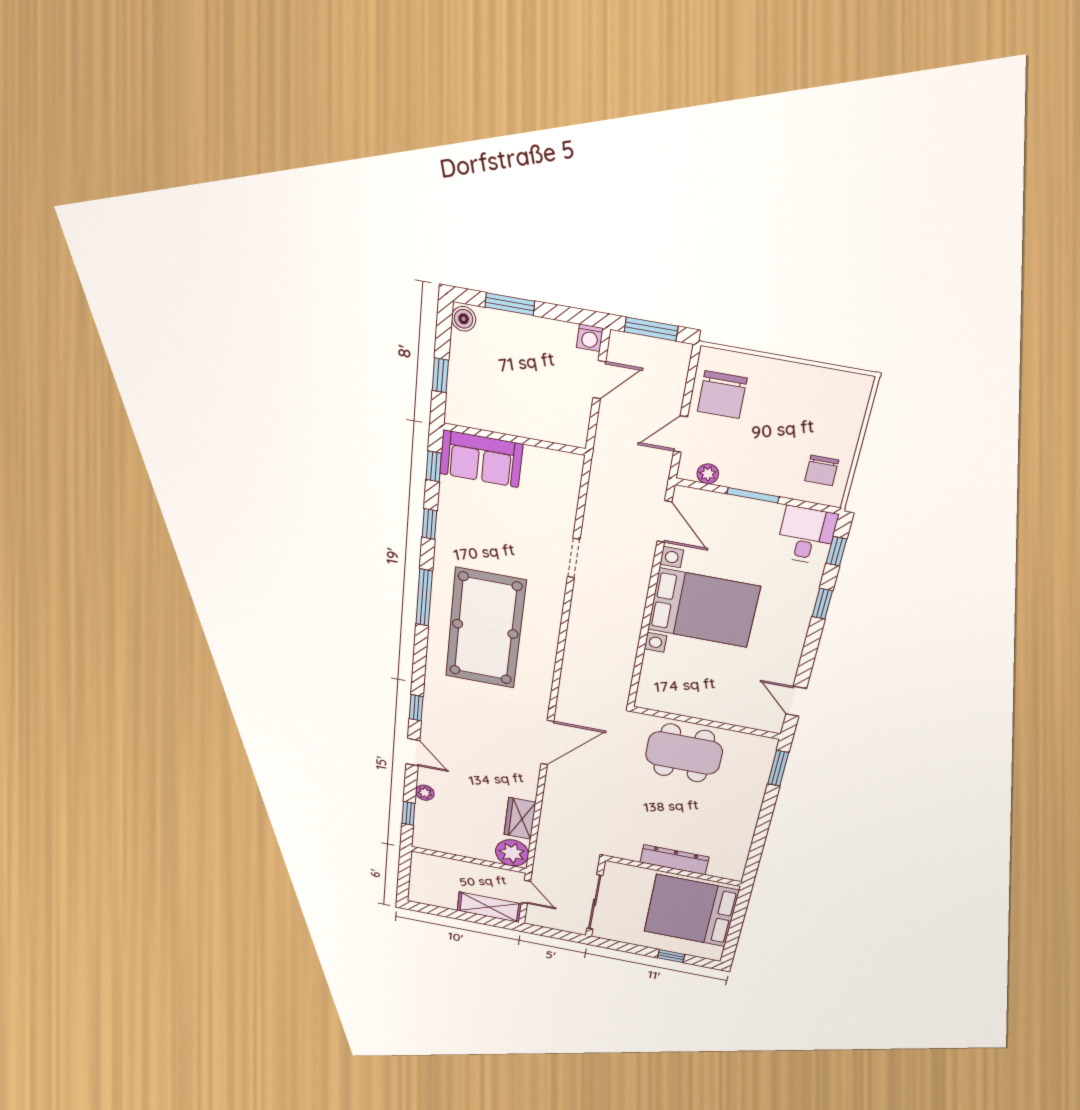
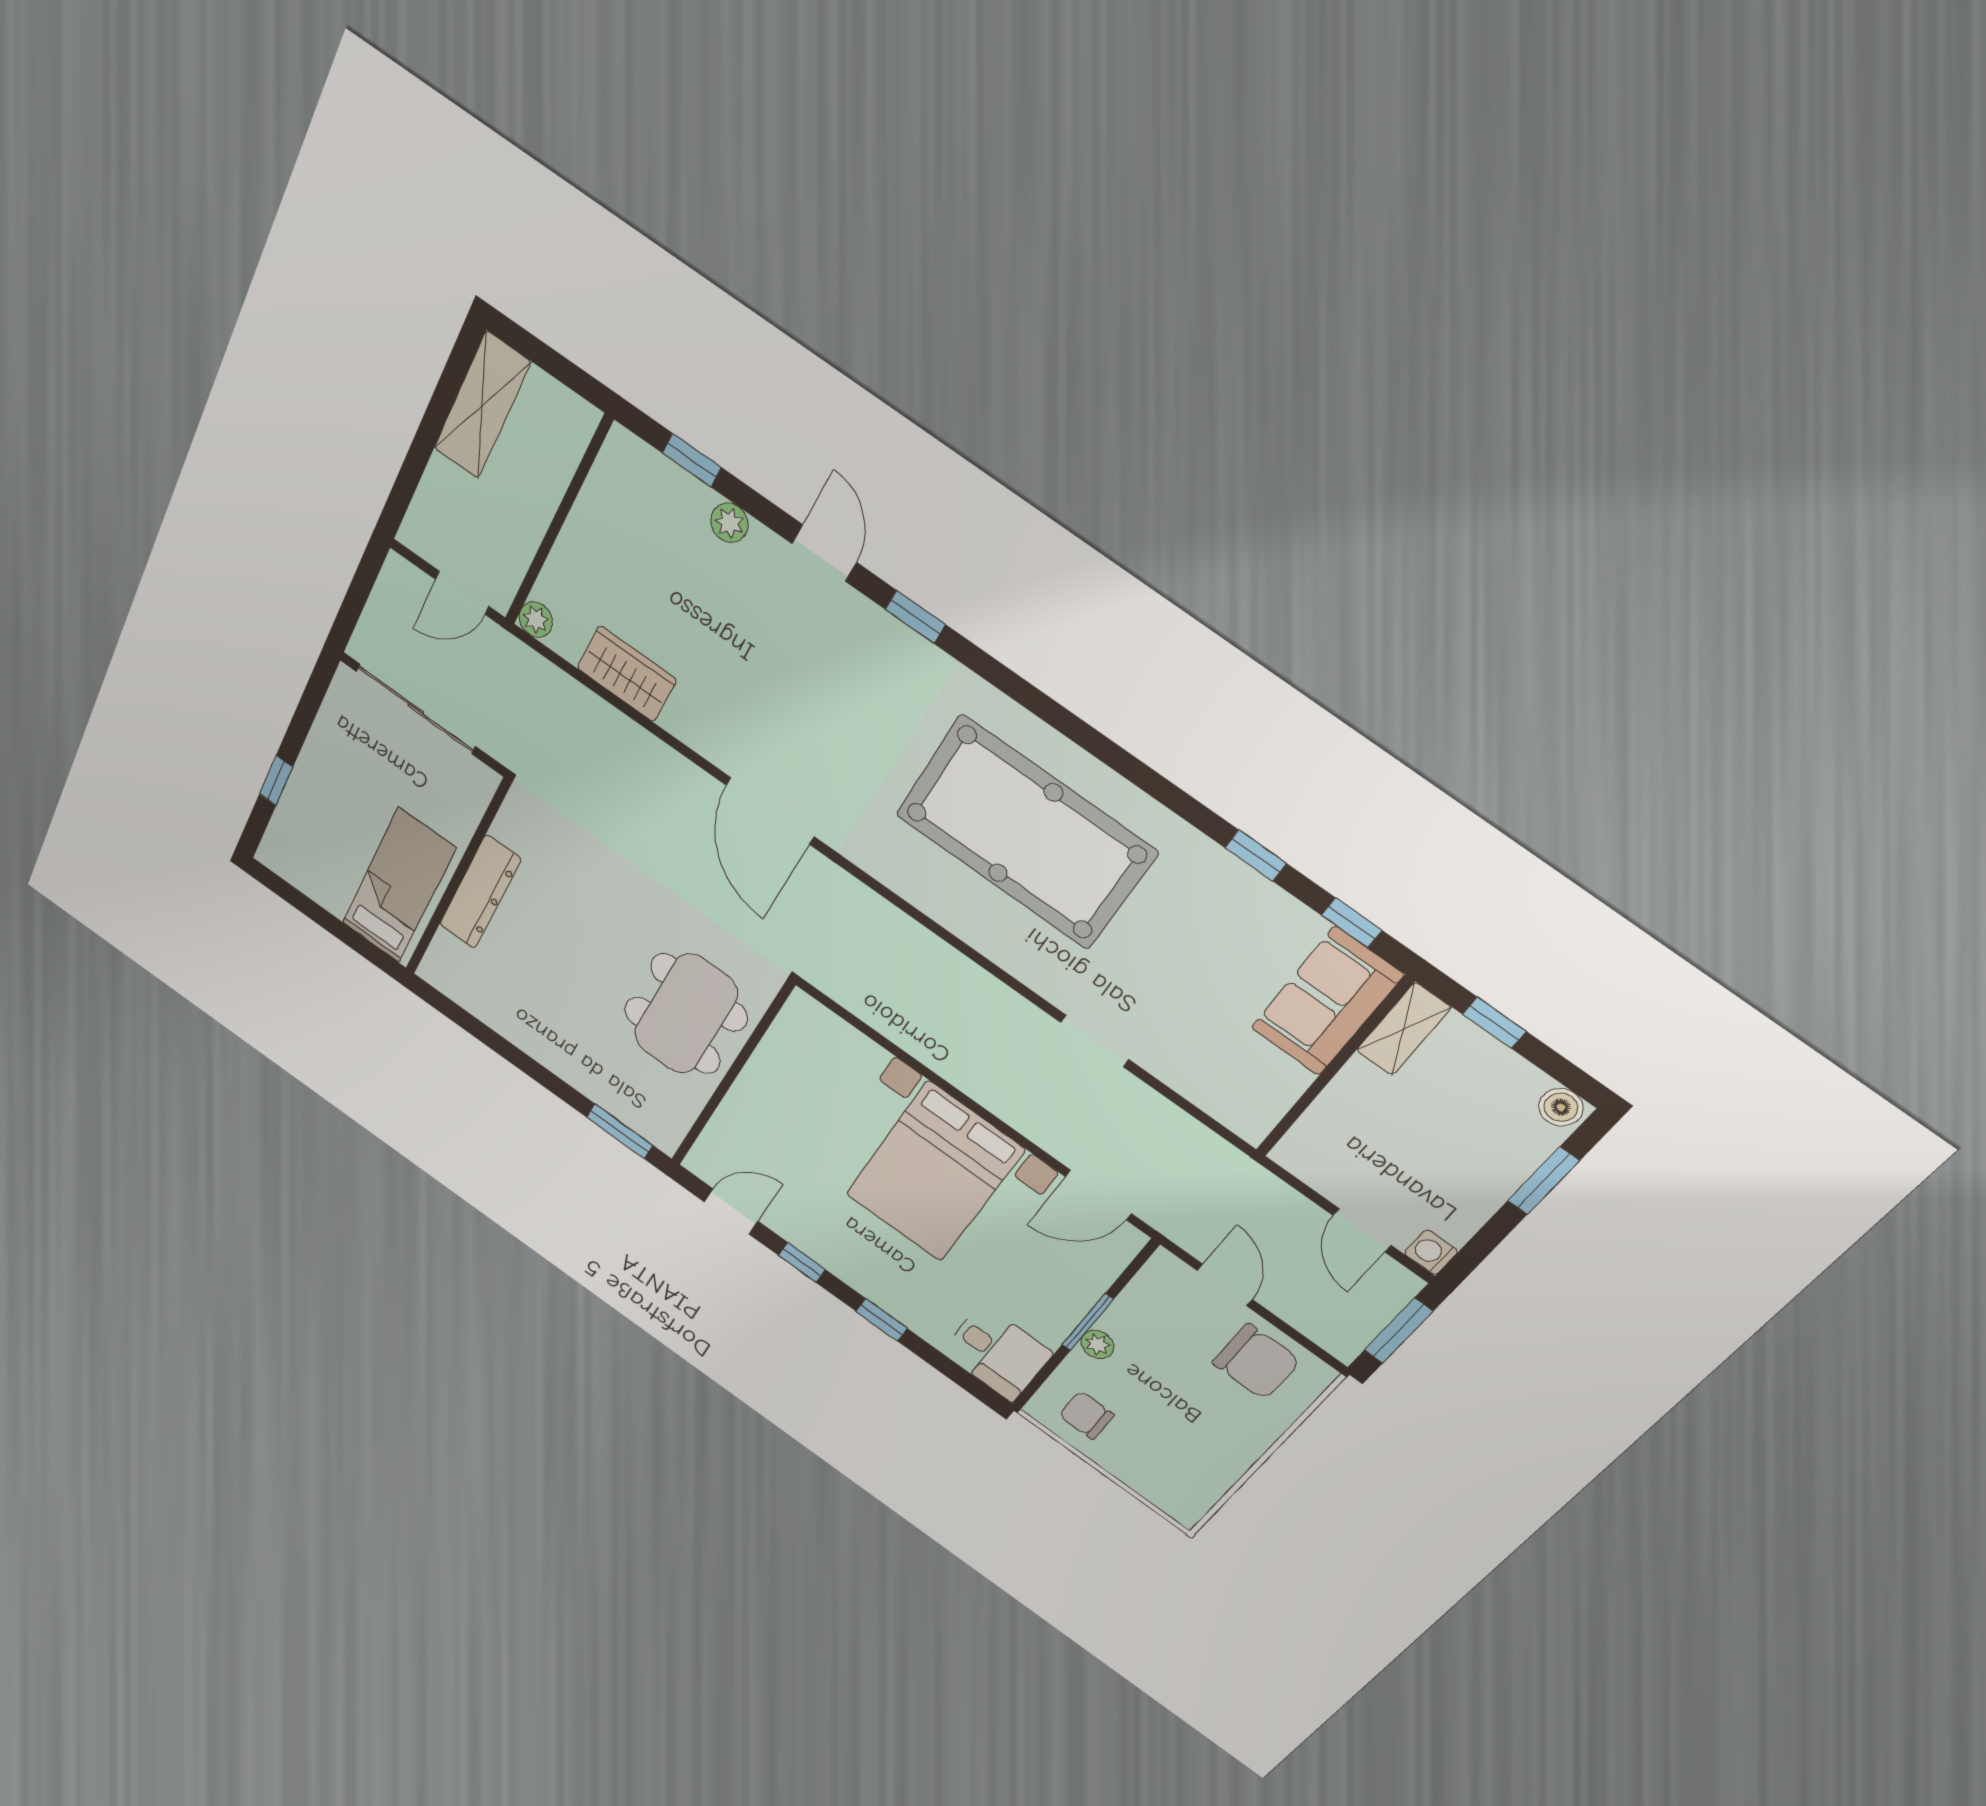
chair: (722, 395) -> (1256, 1362), turned 180
shelving: (472, 416) -> (1404, 1029), added
plant: (708, 474) -> (1097, 1344), moved
window: (836, 551) -> (802, 1262), moved
window: (424, 598) -> (1126, 765), removed
door: (413, 752) -> (824, 553), swing flipped
plant: (512, 853) -> (536, 620), width x0.53, depth x0.53
shelving: (489, 907) -> (482, 405), moved
bed: (691, 911) -> (399, 886), width x0.49

